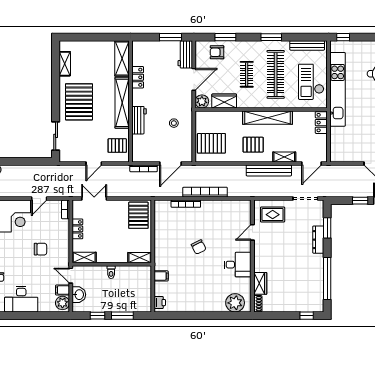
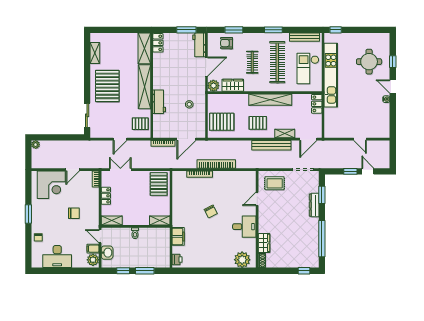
locker: (138, 77) -> (158, 43), moved
filing cabinet: (161, 276) -> (178, 236), width x2.00

